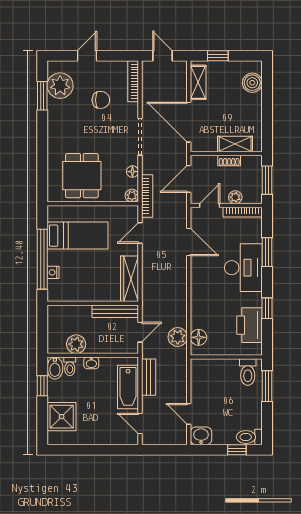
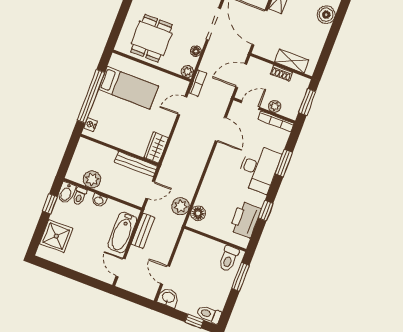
bookcase: (147, 196) -> (198, 83), width x0.64
nightstand: (53, 272) -> (91, 124), moved
wardrobe: (130, 279) -> (156, 148), width x0.67

